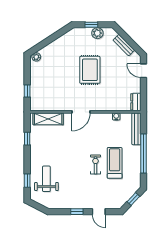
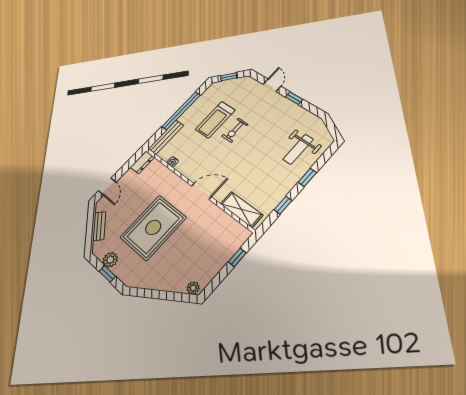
rug: (90, 70) -> (153, 227), width x1.37, depth x1.44
window: (27, 181) -> (307, 177), moved

